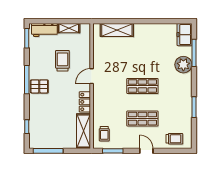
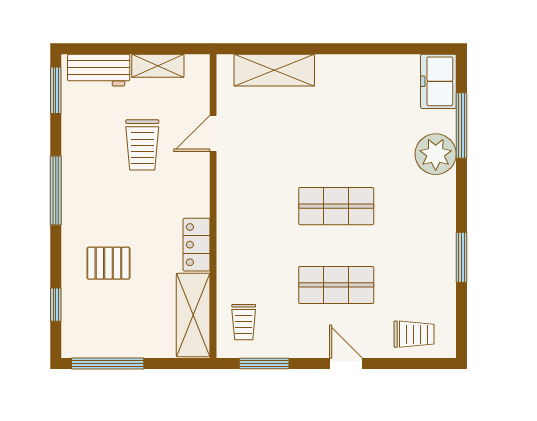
trolley: (62, 61) -> (142, 145), turned 180
door: (92, 76) -> (213, 133), moved
pallet: (39, 86) -> (108, 263), moved

